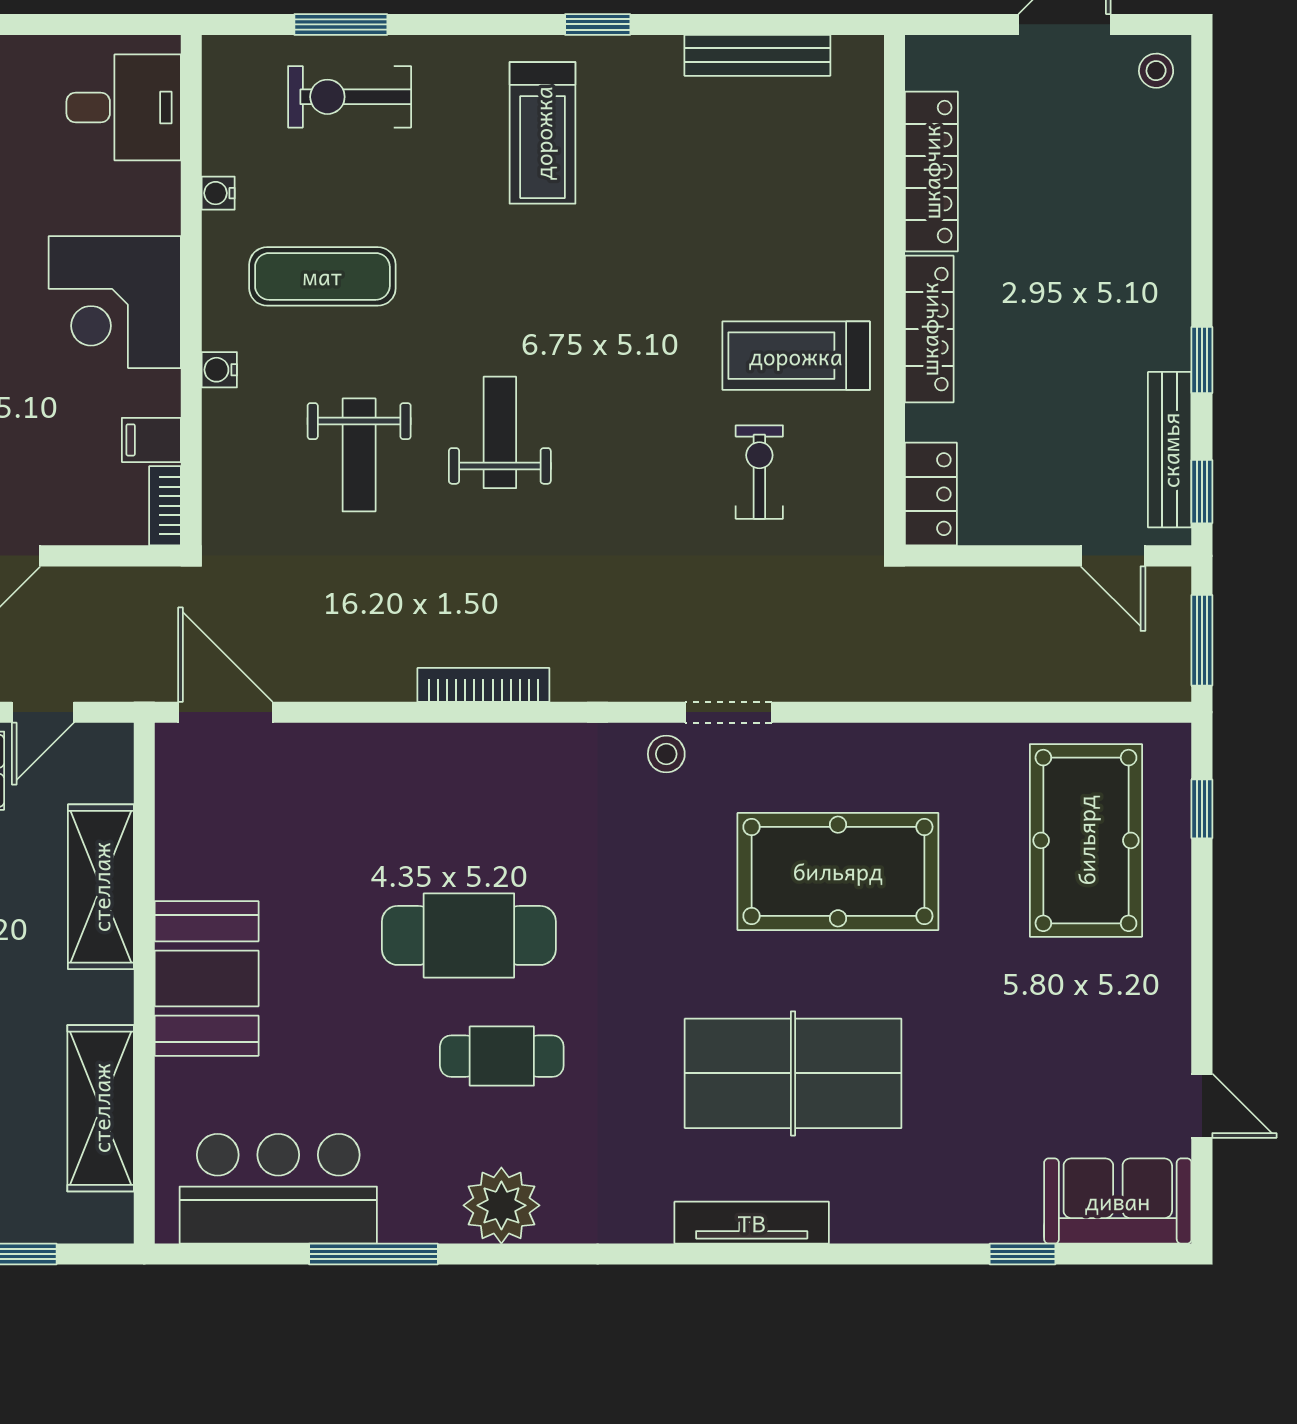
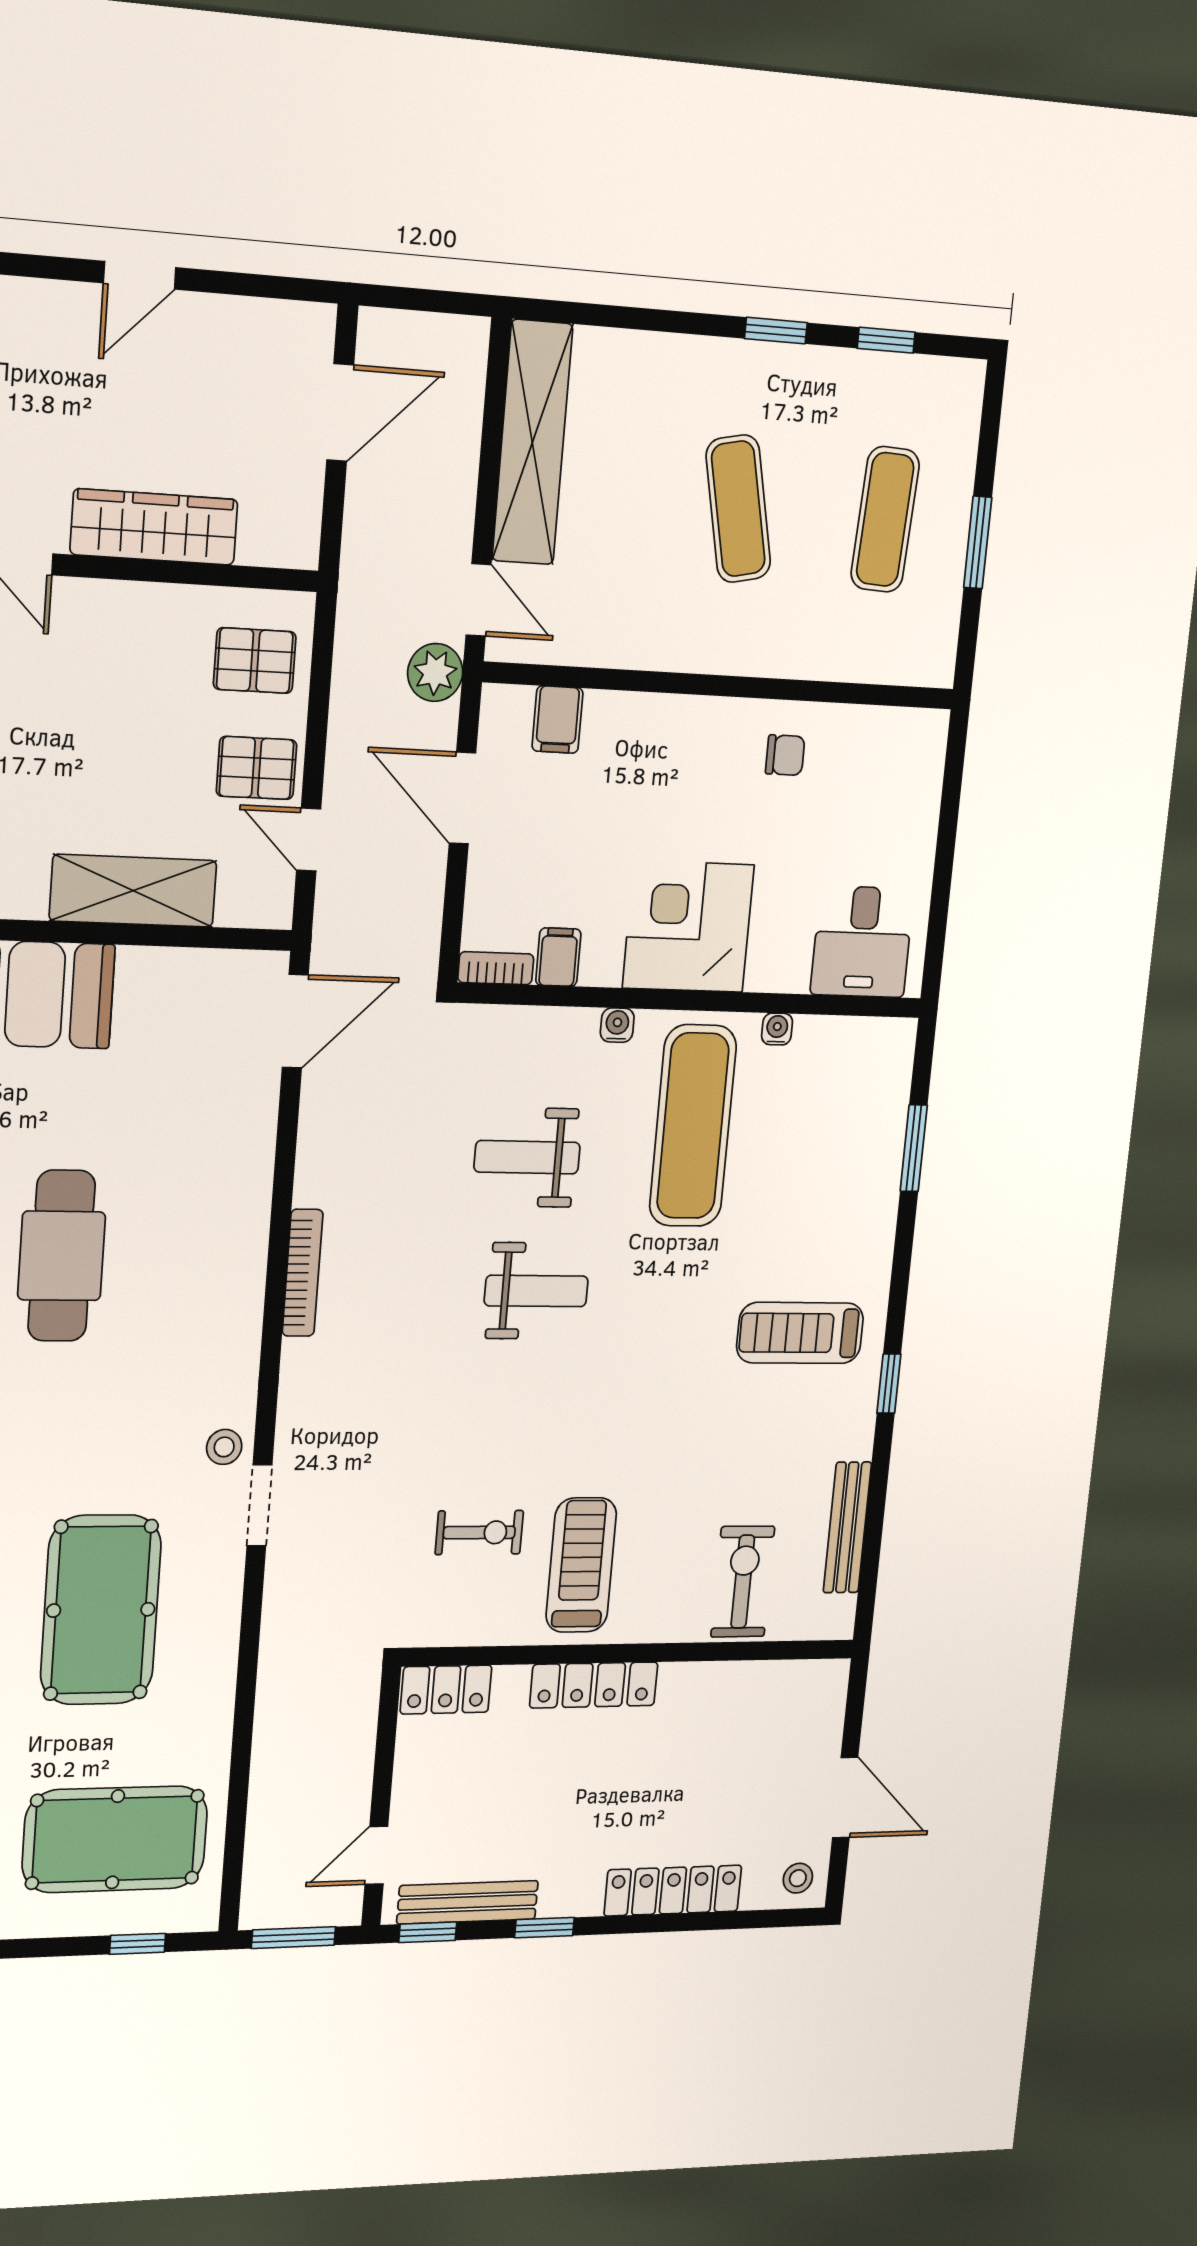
exercise bike: (350, 97) -> (743, 1582), moved
locker: (931, 172) -> (673, 1891), moved, turned 180
exercise mat: (322, 276) -> (693, 1126), width x1.36, depth x1.45

